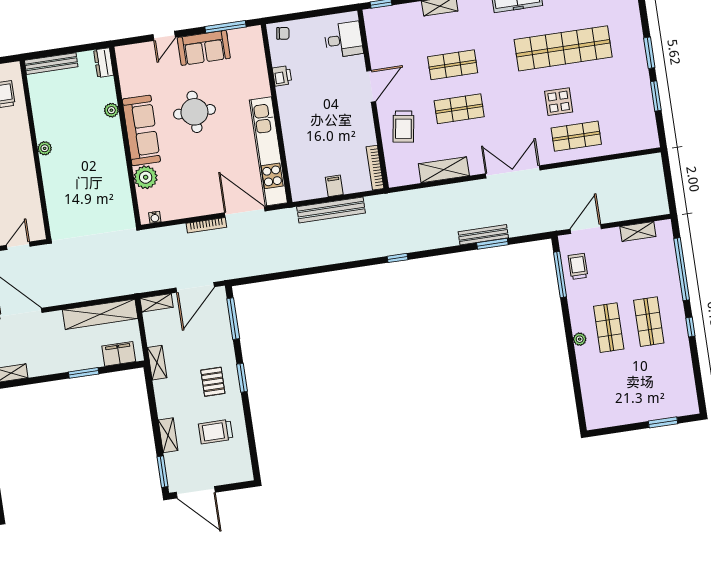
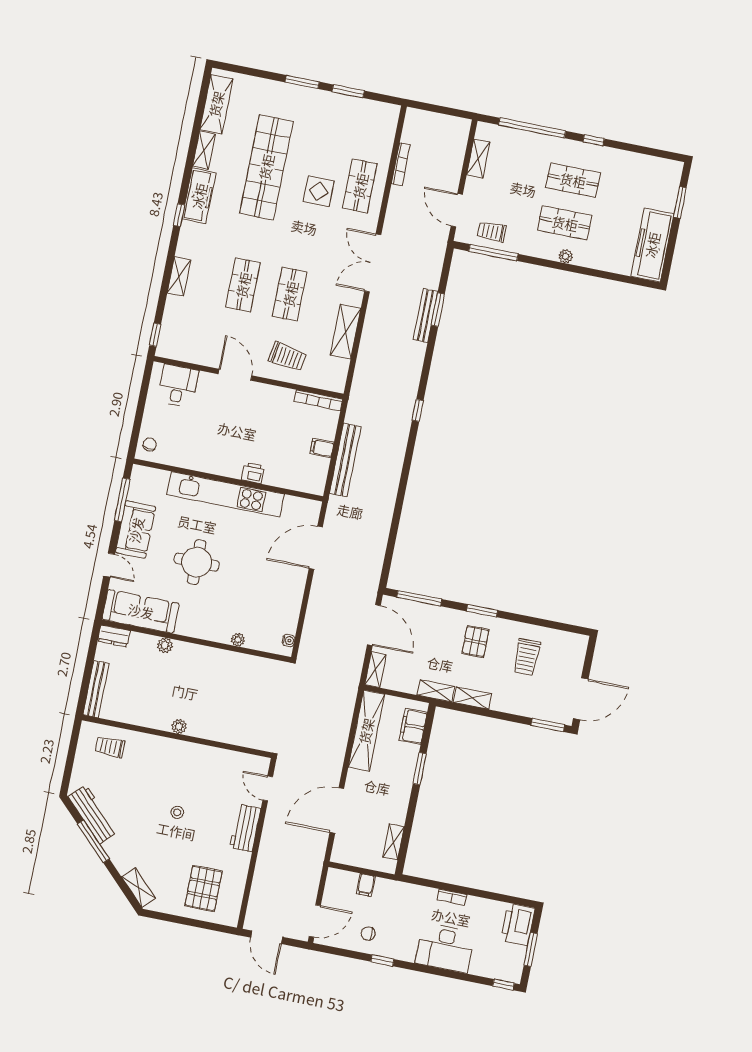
printer: (282, 76) -> (253, 473), moved
sofa: (141, 130) -> (141, 611), moved
kitchen unit: (268, 151) -> (225, 494), moved
plant: (146, 177) -> (238, 640), width x0.53, depth x0.53
bookcase: (206, 225) -> (401, 164), moved
pallet: (213, 382) -> (475, 642), turned 90
freezer: (617, 412) -> (652, 245), added
shelving: (168, 435) -> (472, 698), moved

